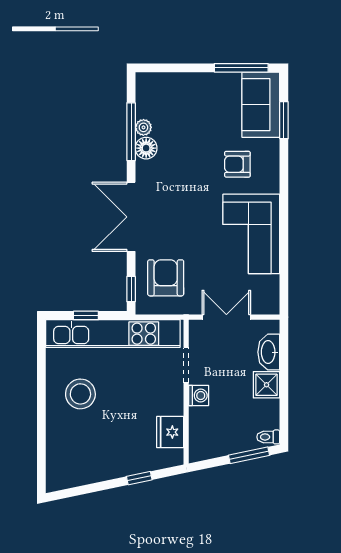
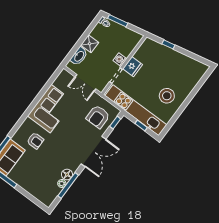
fridge: (170, 432) -> (133, 67), moved

